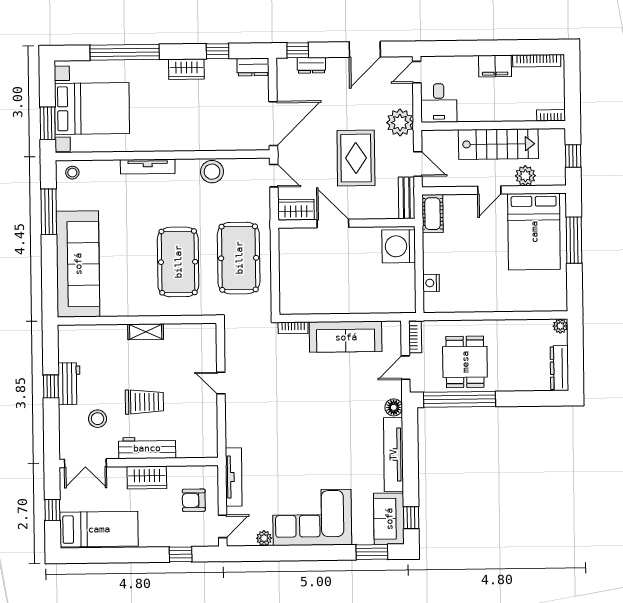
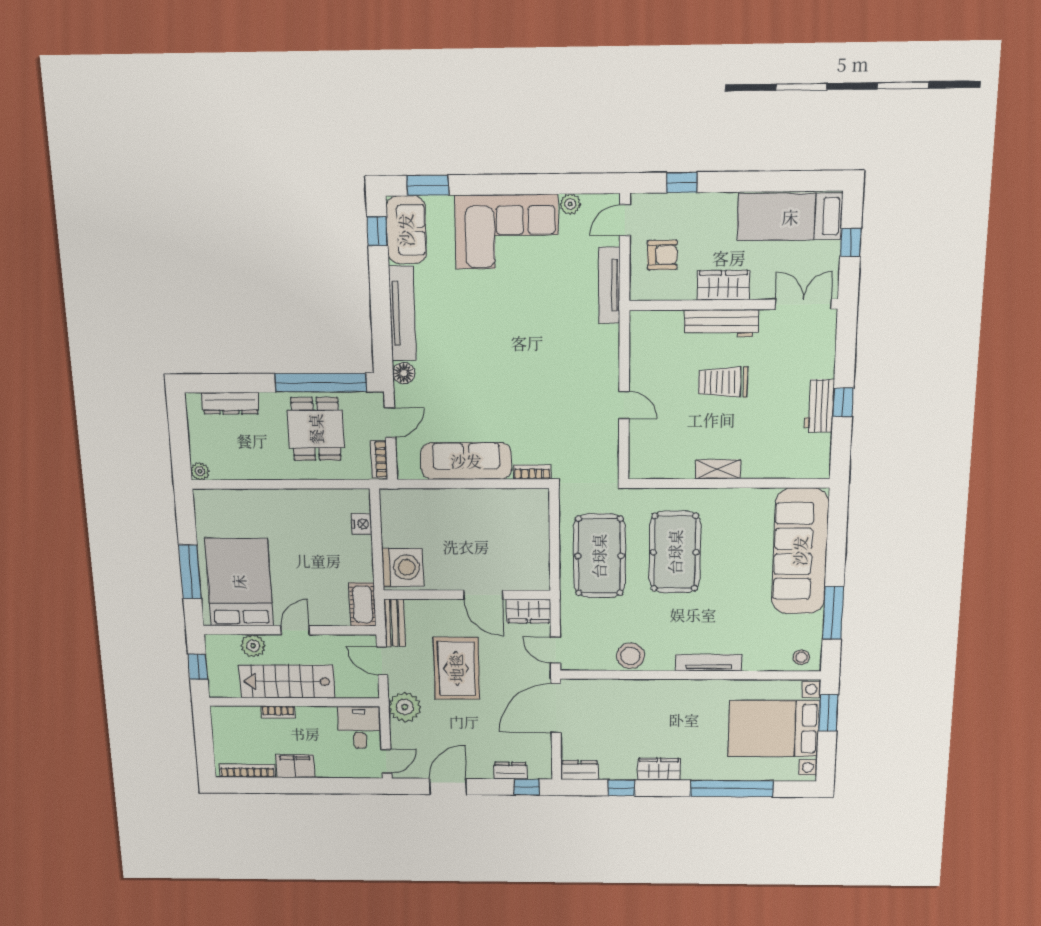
bookcase: (551, 115) -> (278, 712), moved
dresser: (559, 368) -> (230, 403), moved, turned 90
stool: (98, 419) -> (785, 361), removed

